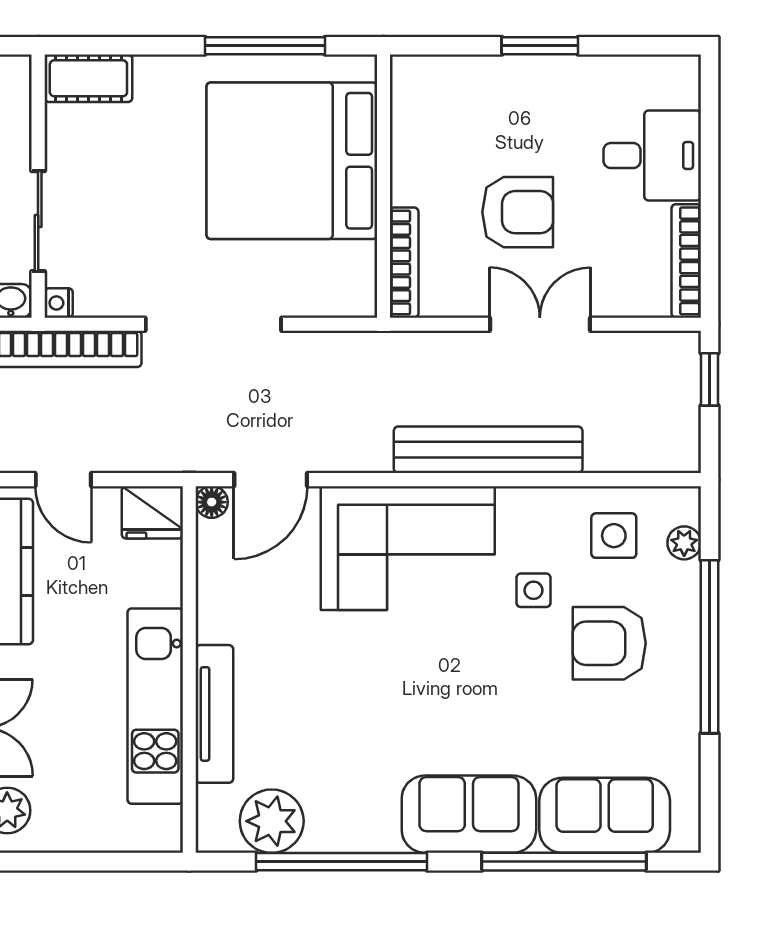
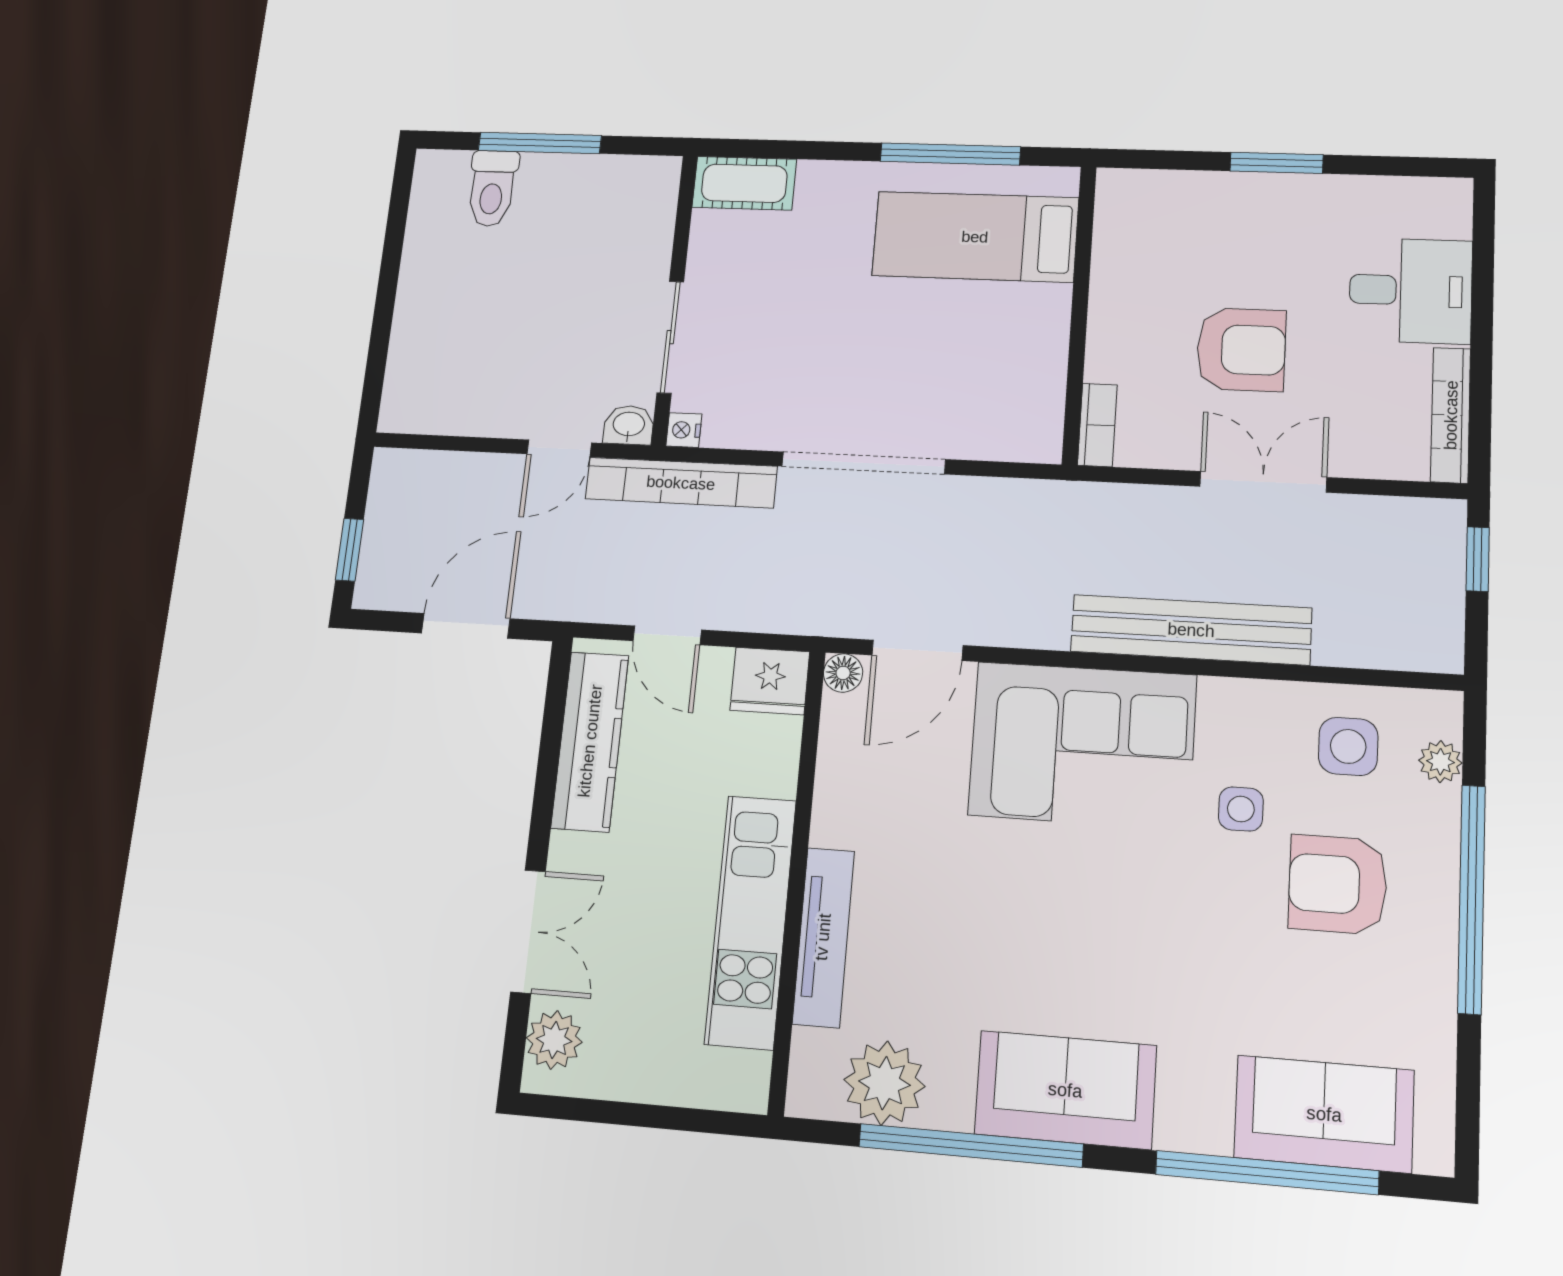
bed: (292, 161) -> (975, 237), width x0.49
bookcase: (404, 263) -> (1097, 425), width x0.64
sofa: (469, 814) -> (1065, 1090), moved

